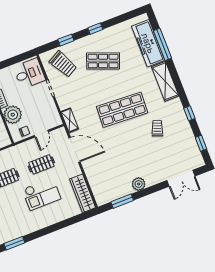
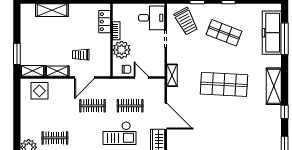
shelving: (165, 81) -> (274, 86), moved
trolley: (157, 128) -> (250, 114), removed
door: (41, 134) -> (141, 77), swing flipped
door: (74, 150) -> (166, 116), moved

